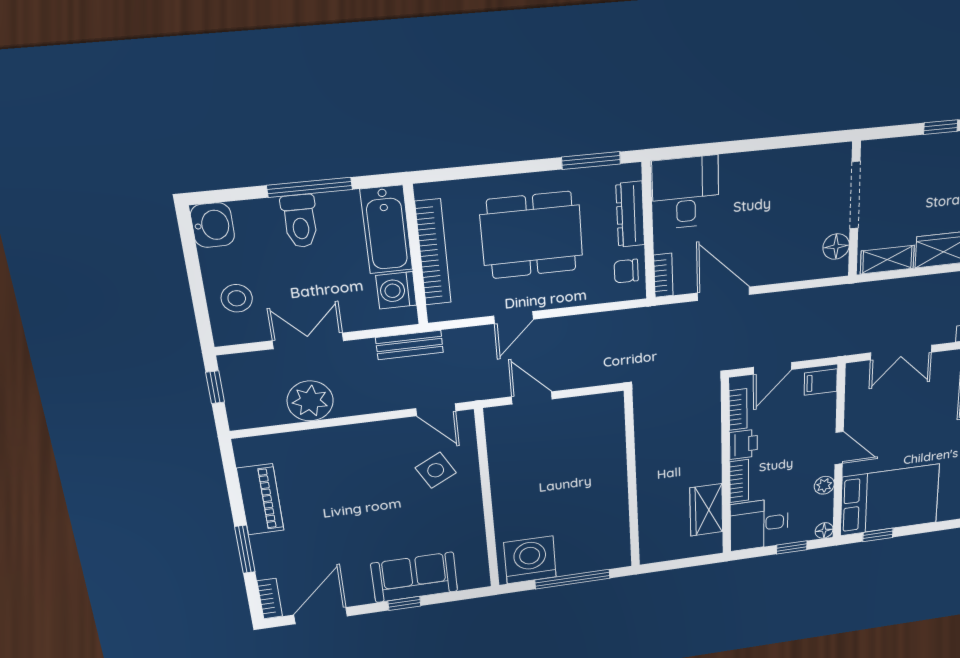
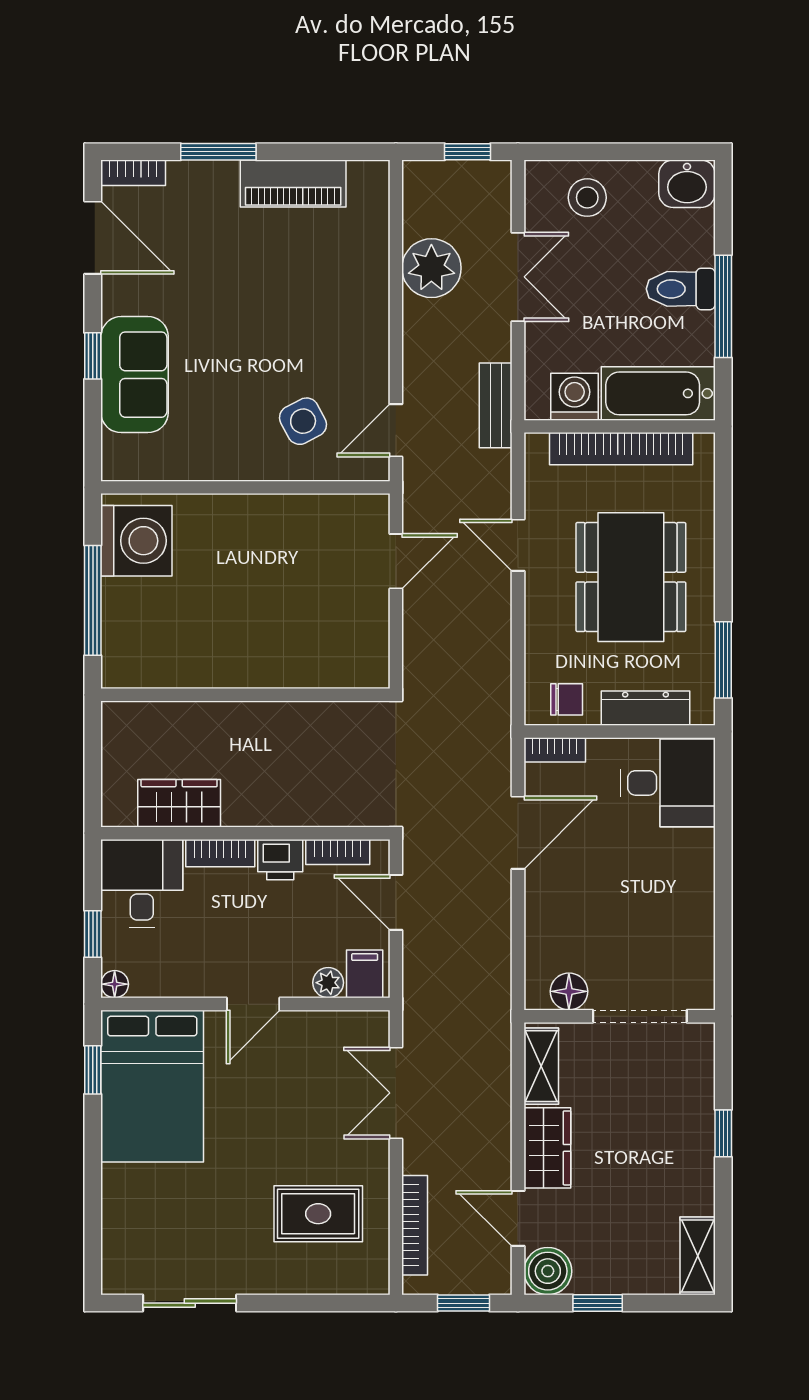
chair: (626, 271) -> (567, 699), turned 90
plant: (824, 485) -> (328, 983), moved

